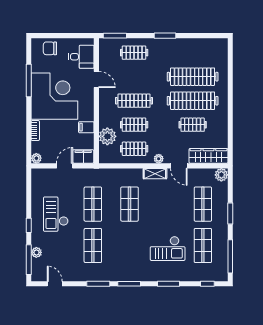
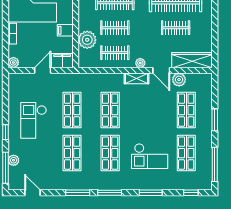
plant: (221, 175) -> (179, 80), moved
shop shelf: (130, 246) -> (110, 153), added

